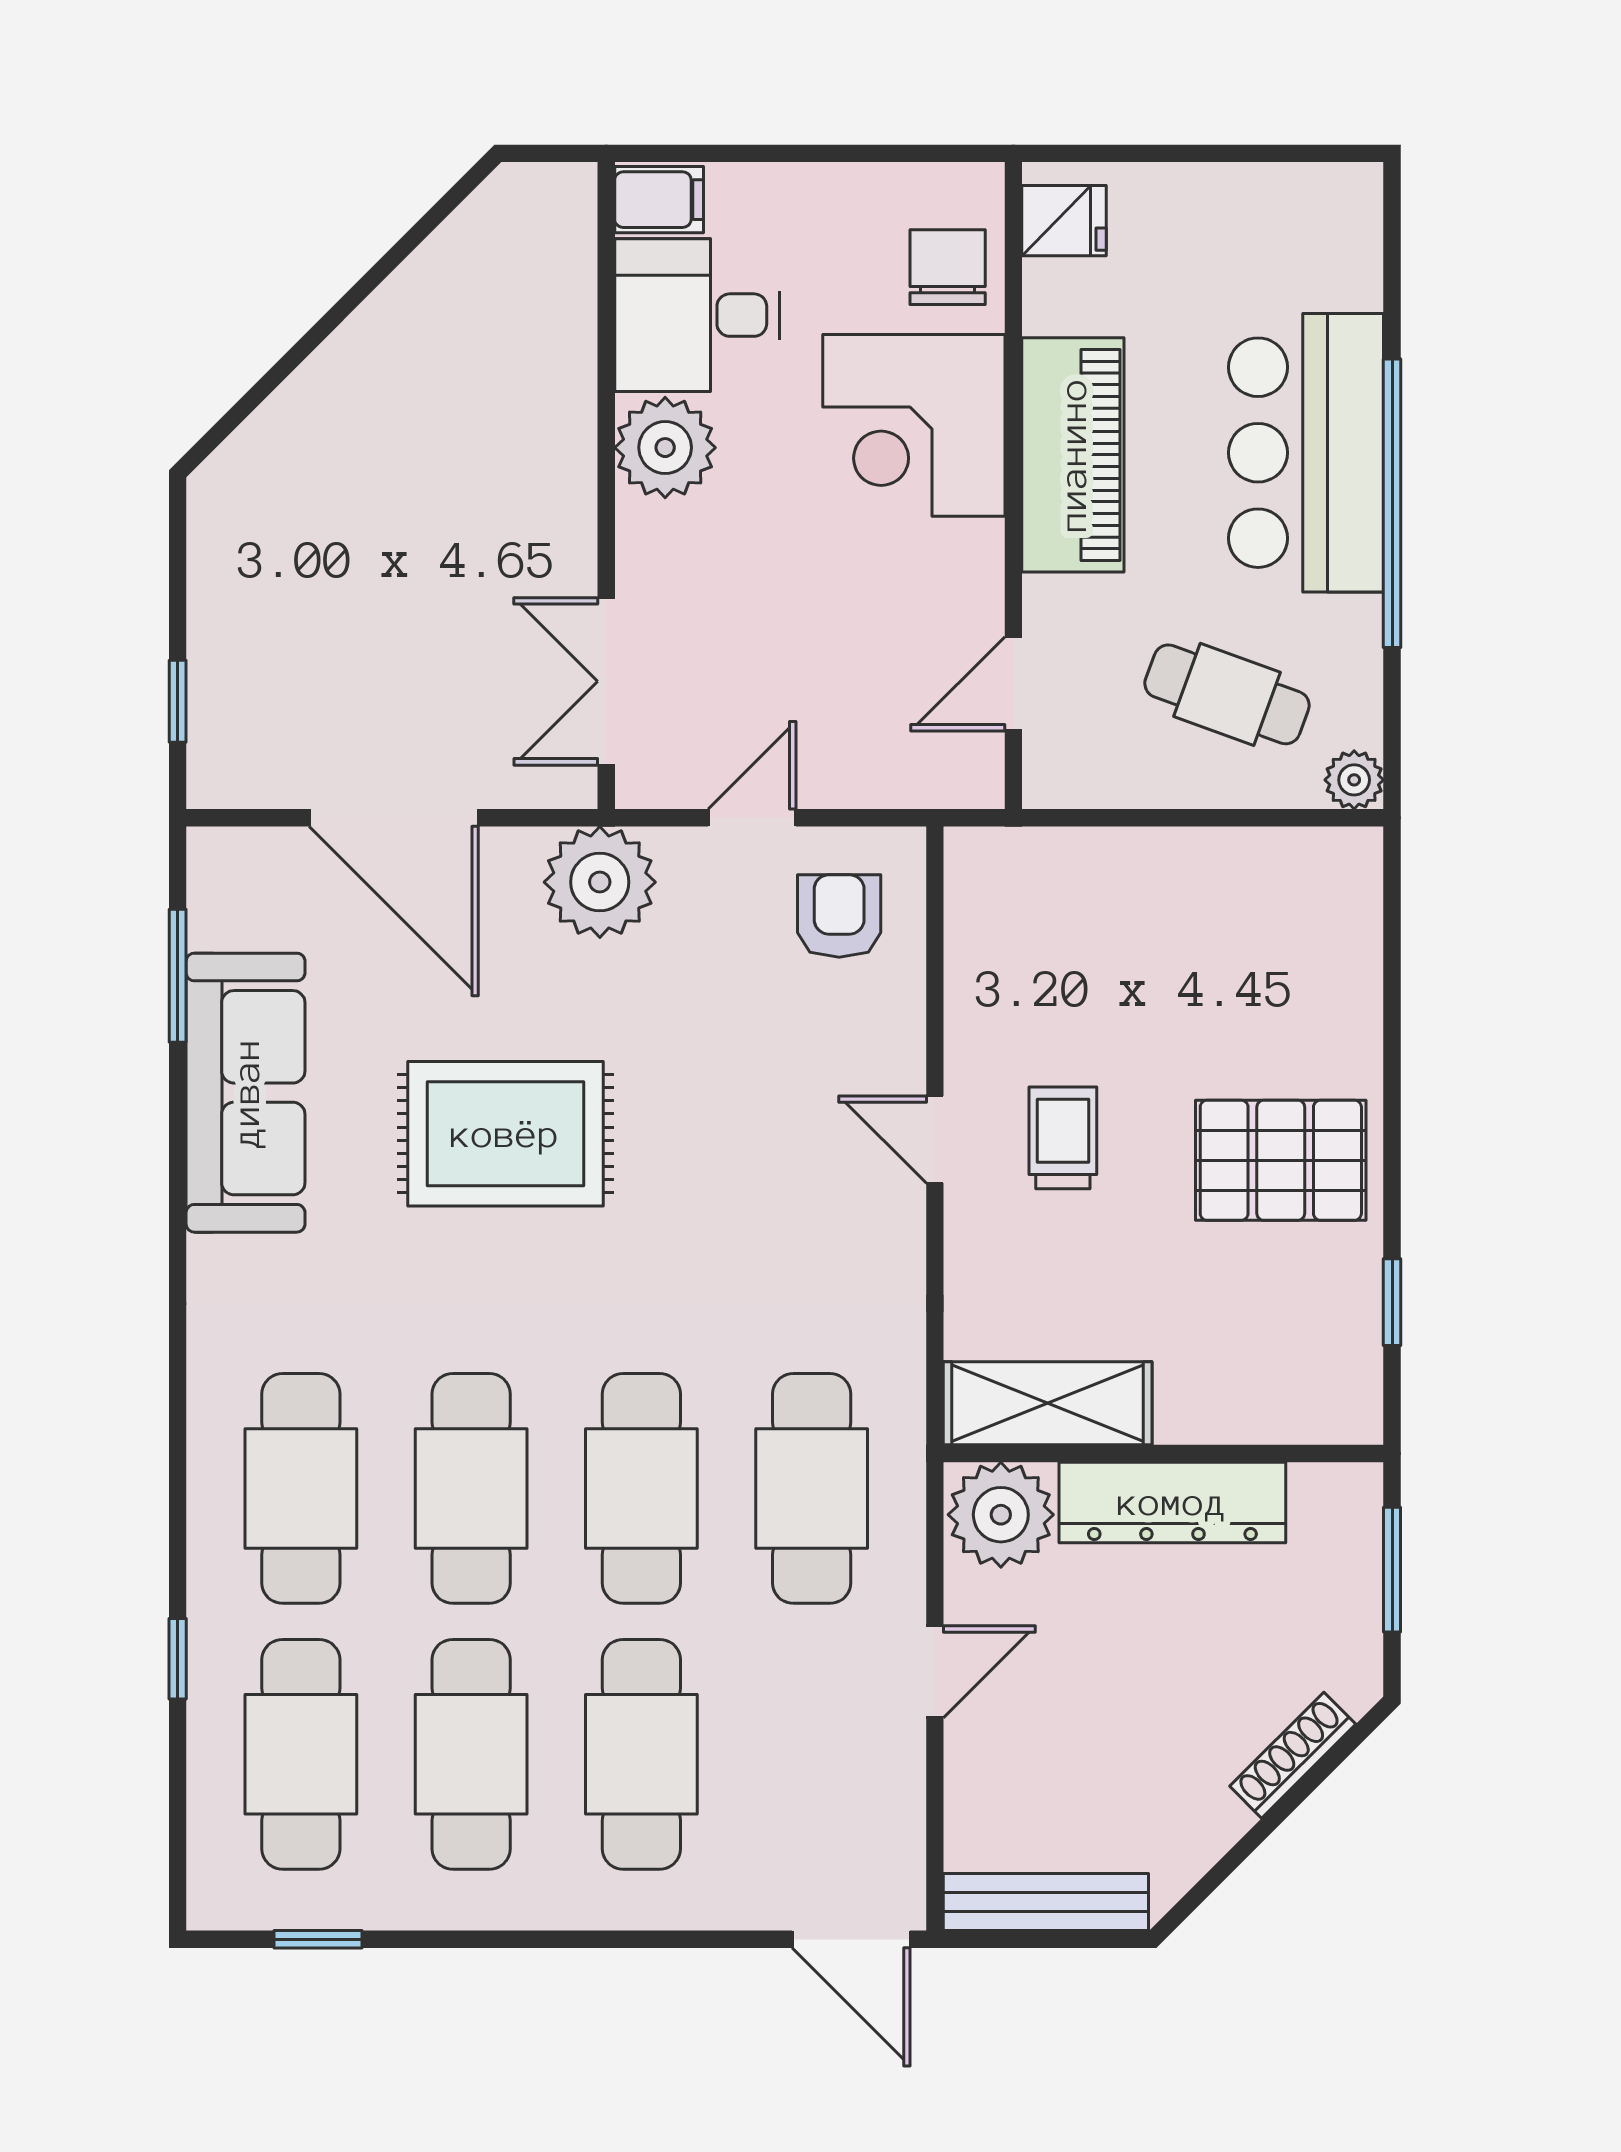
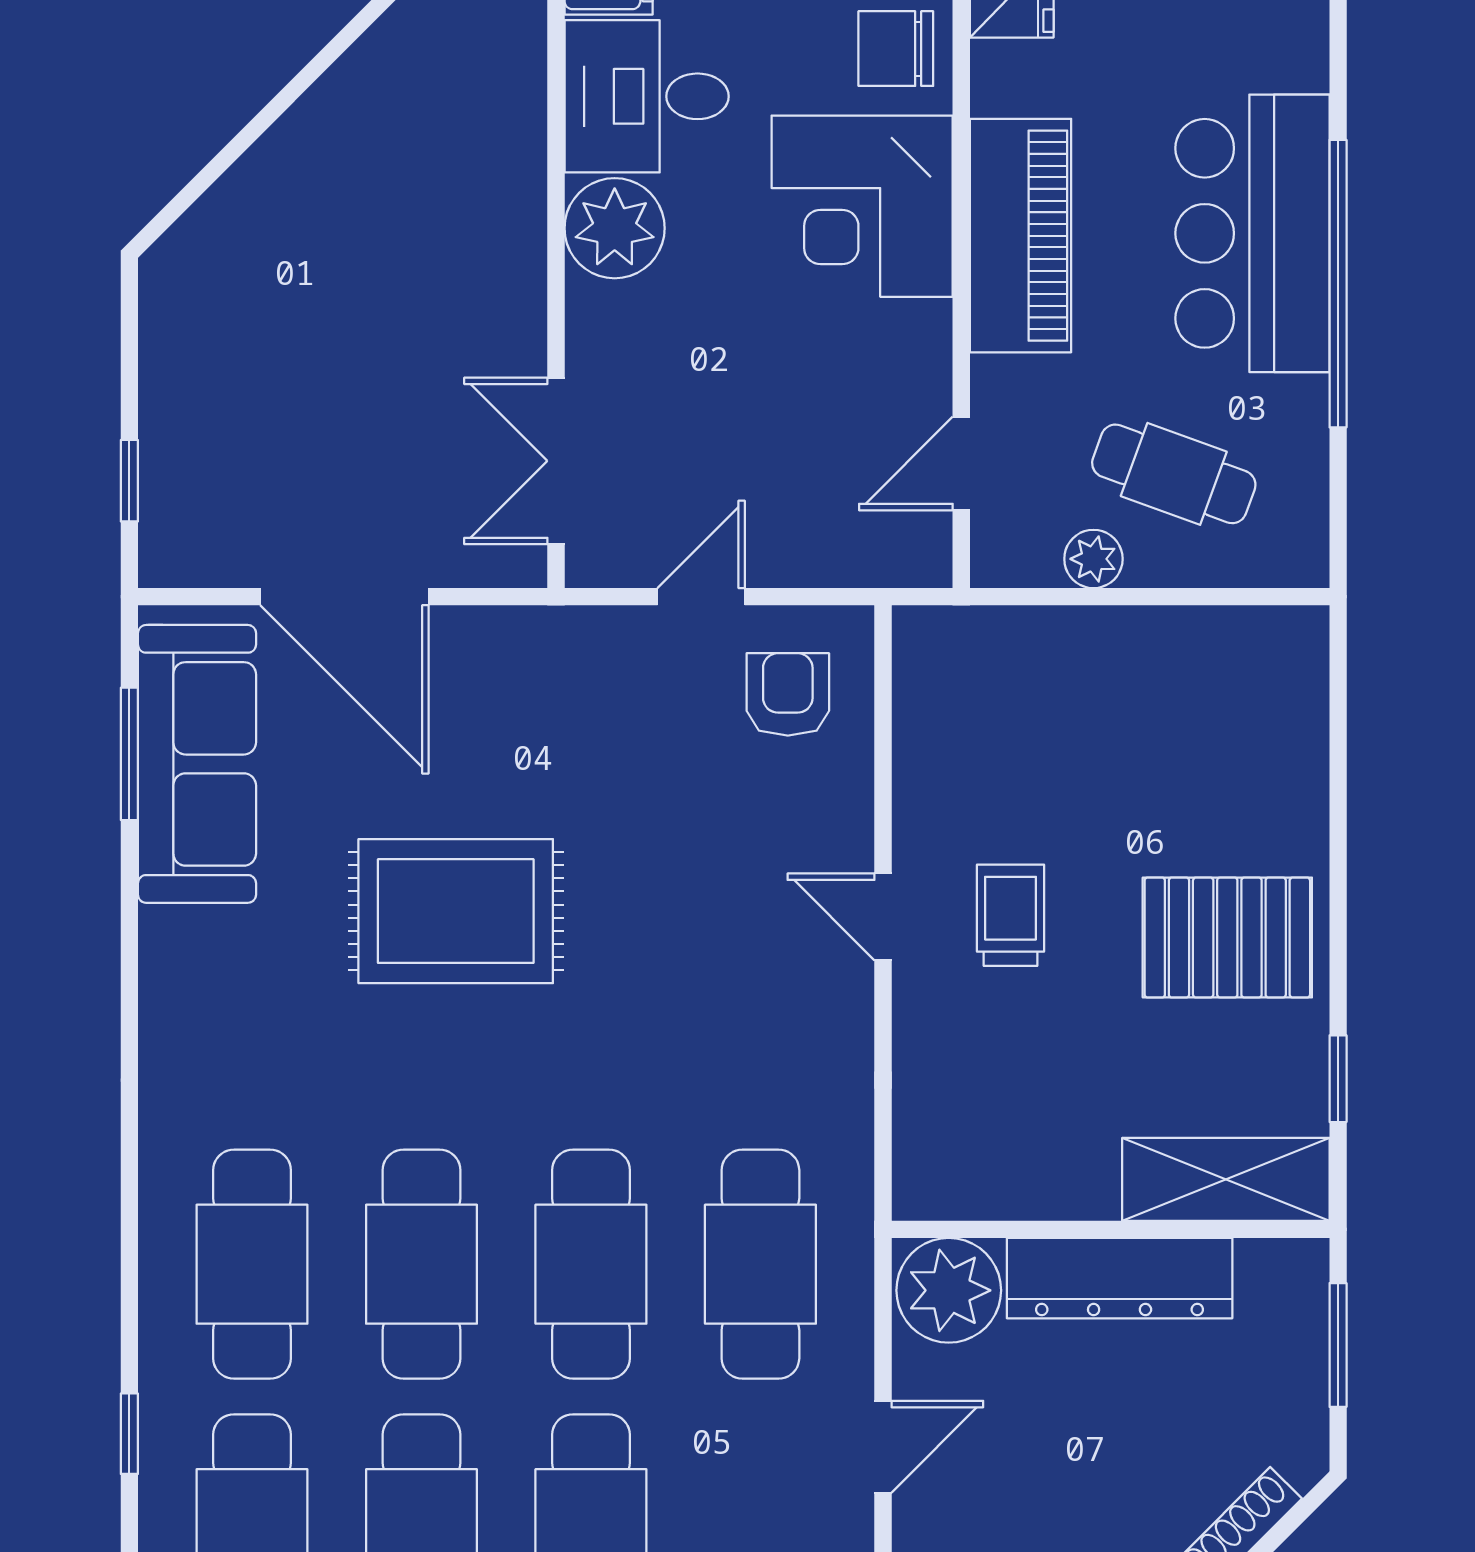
chair: (948, 267) -> (896, 49), turned -90
plant: (1354, 780) -> (1093, 559), moved
plant: (600, 882) -> (550, 661), removed
sofa: (246, 1093) -> (197, 764), moved
shelving: (1048, 1403) -> (1226, 1179), moved

